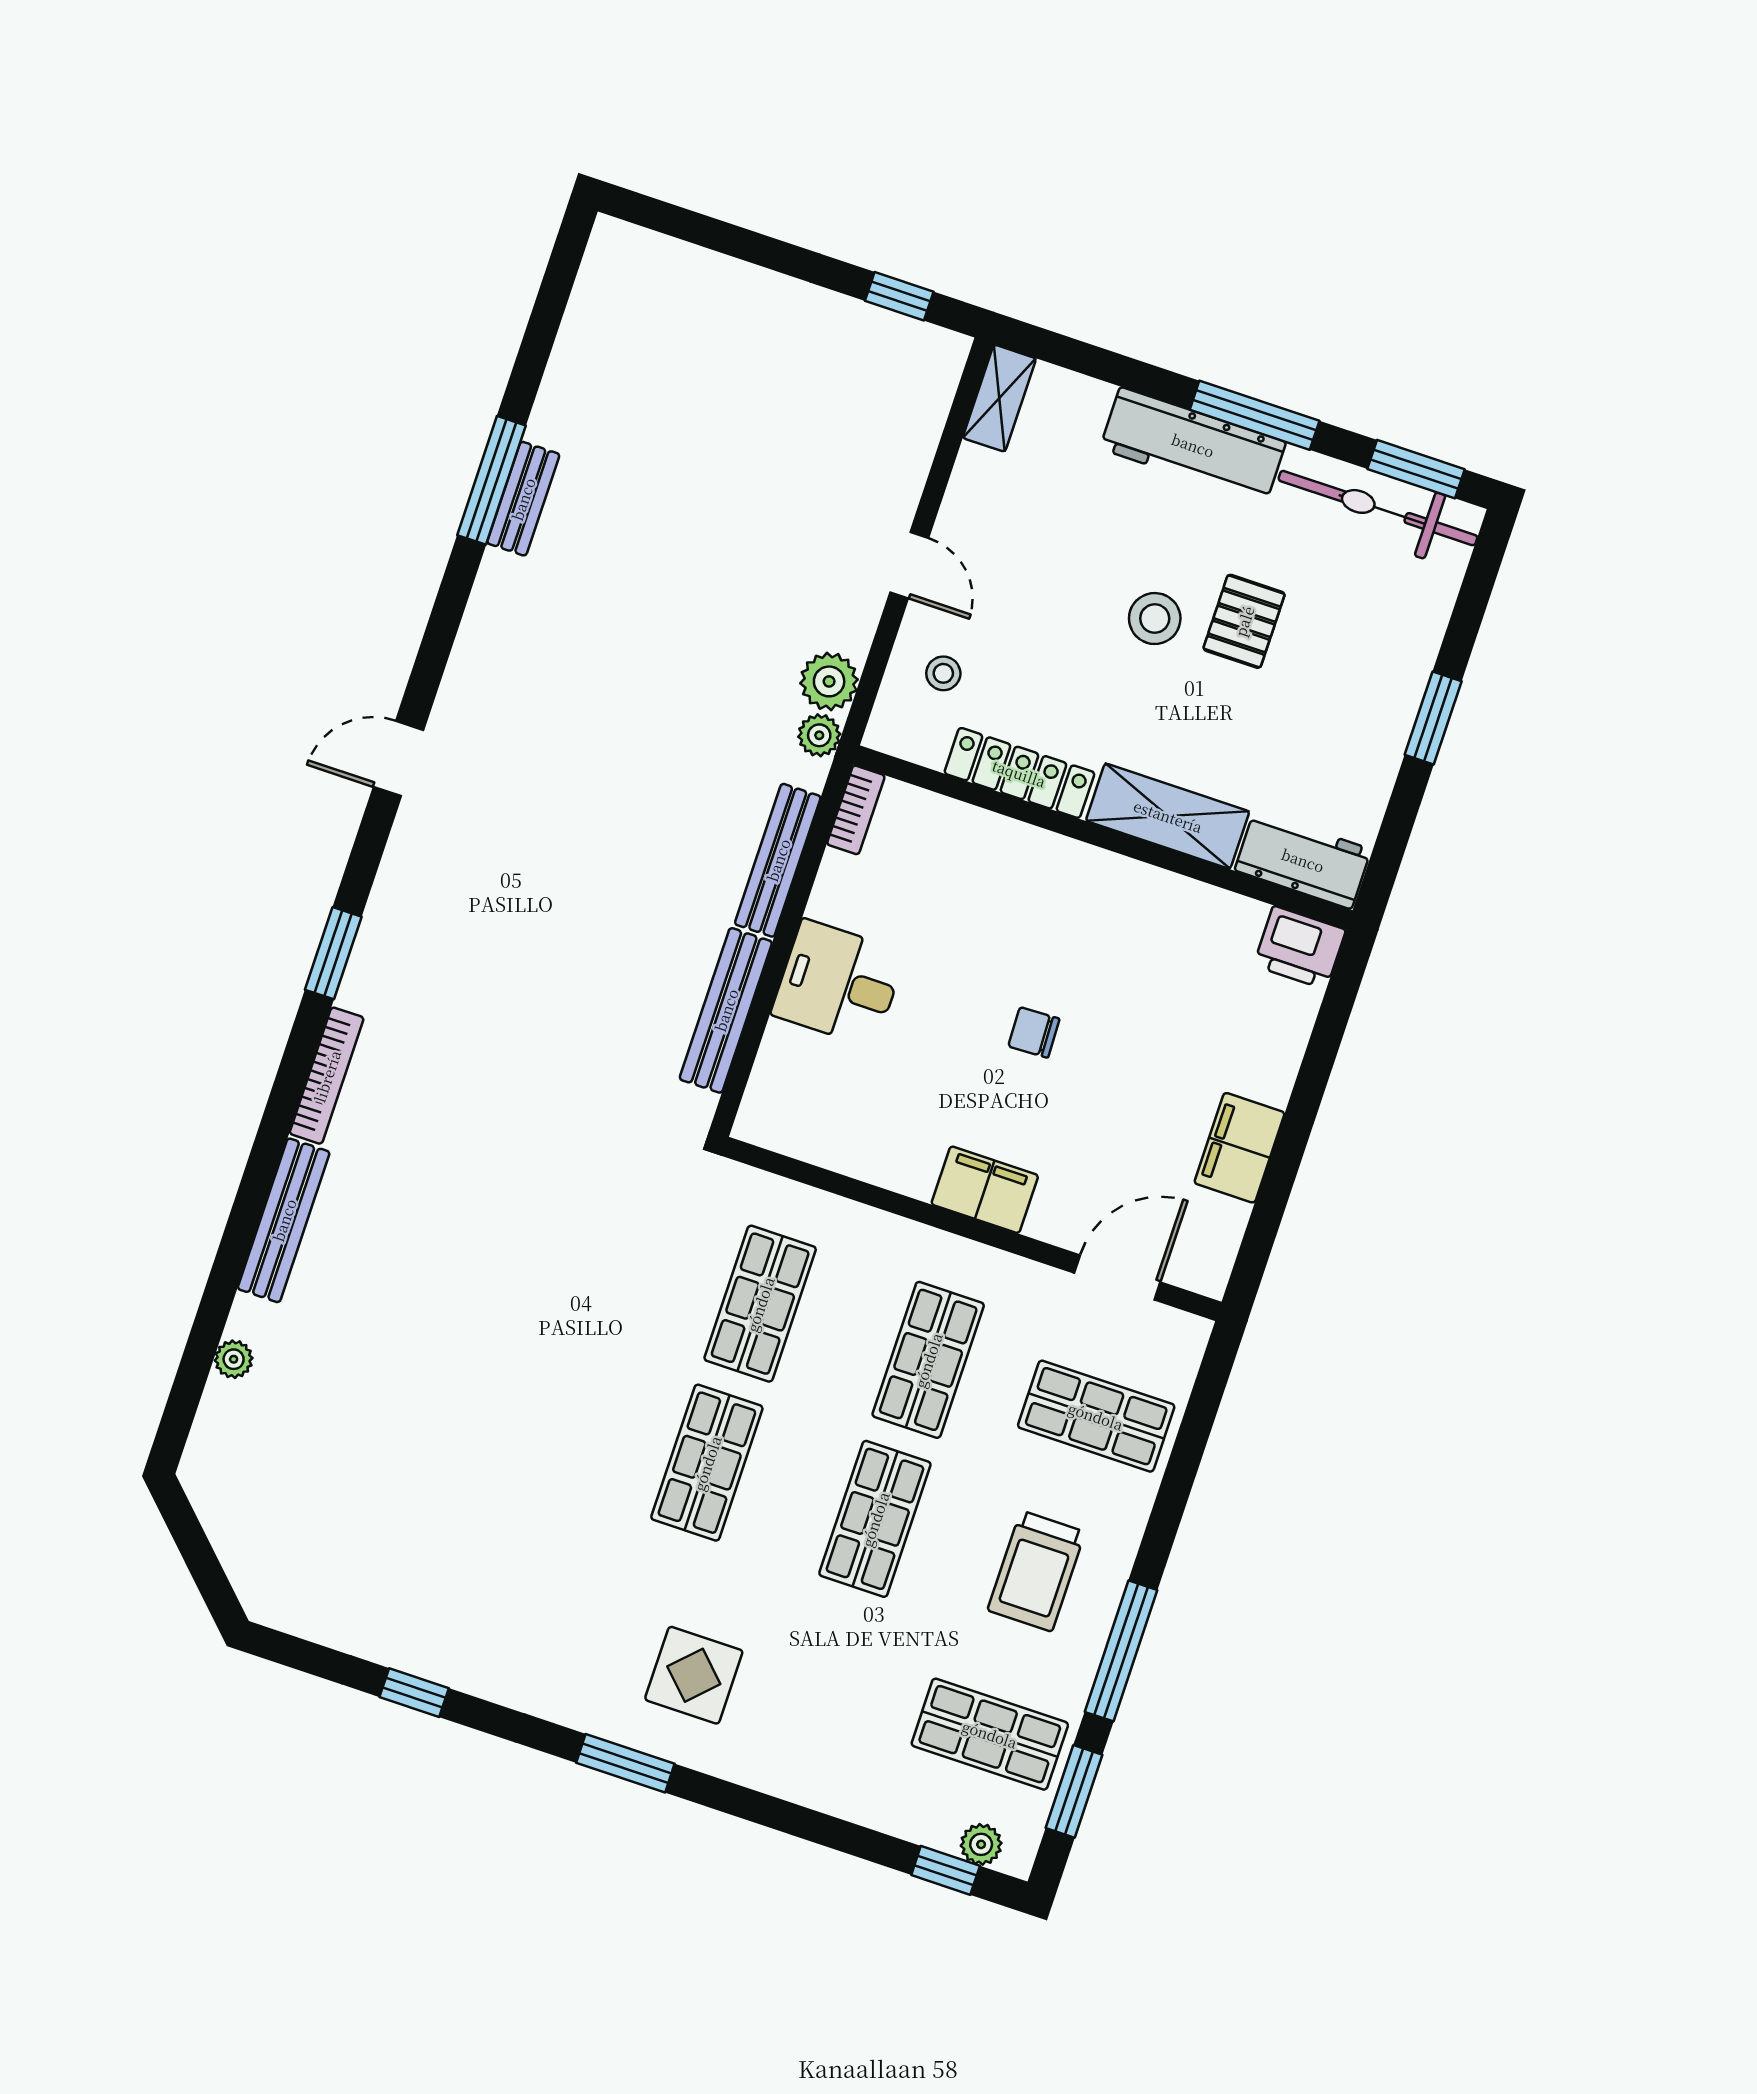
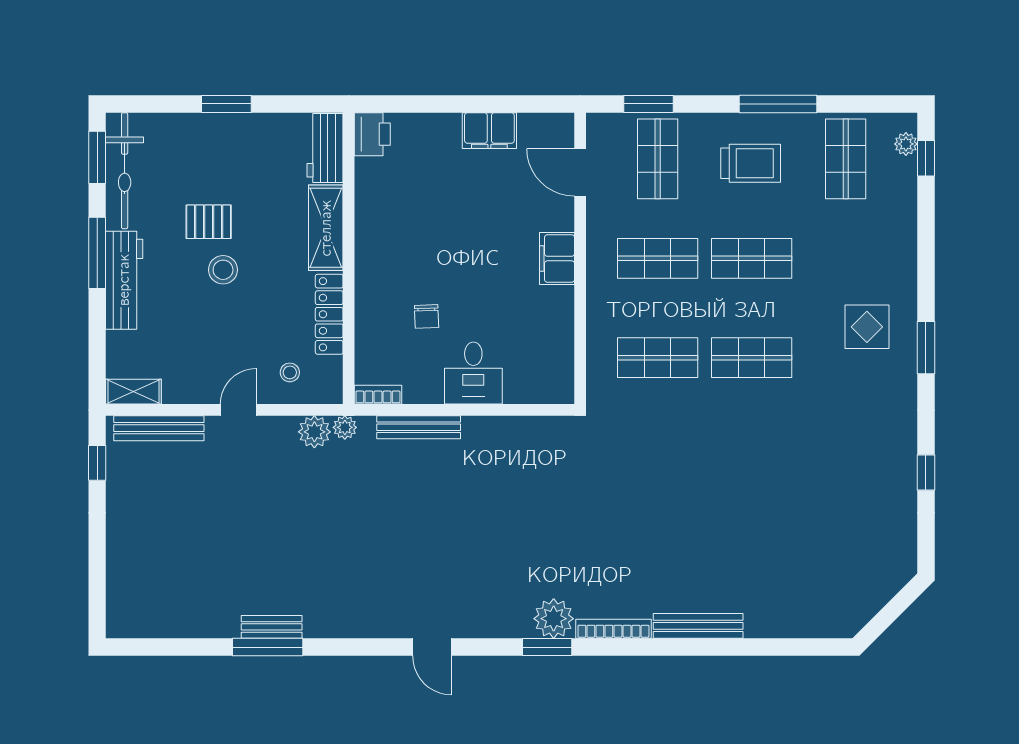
bench: (726, 1010) -> (159, 428), moved
chair: (1034, 1032) -> (427, 316), moved
plant: (234, 1359) -> (554, 619), moved, width x1.87, depth x1.87
window: (1074, 1791) -> (649, 104), moved

